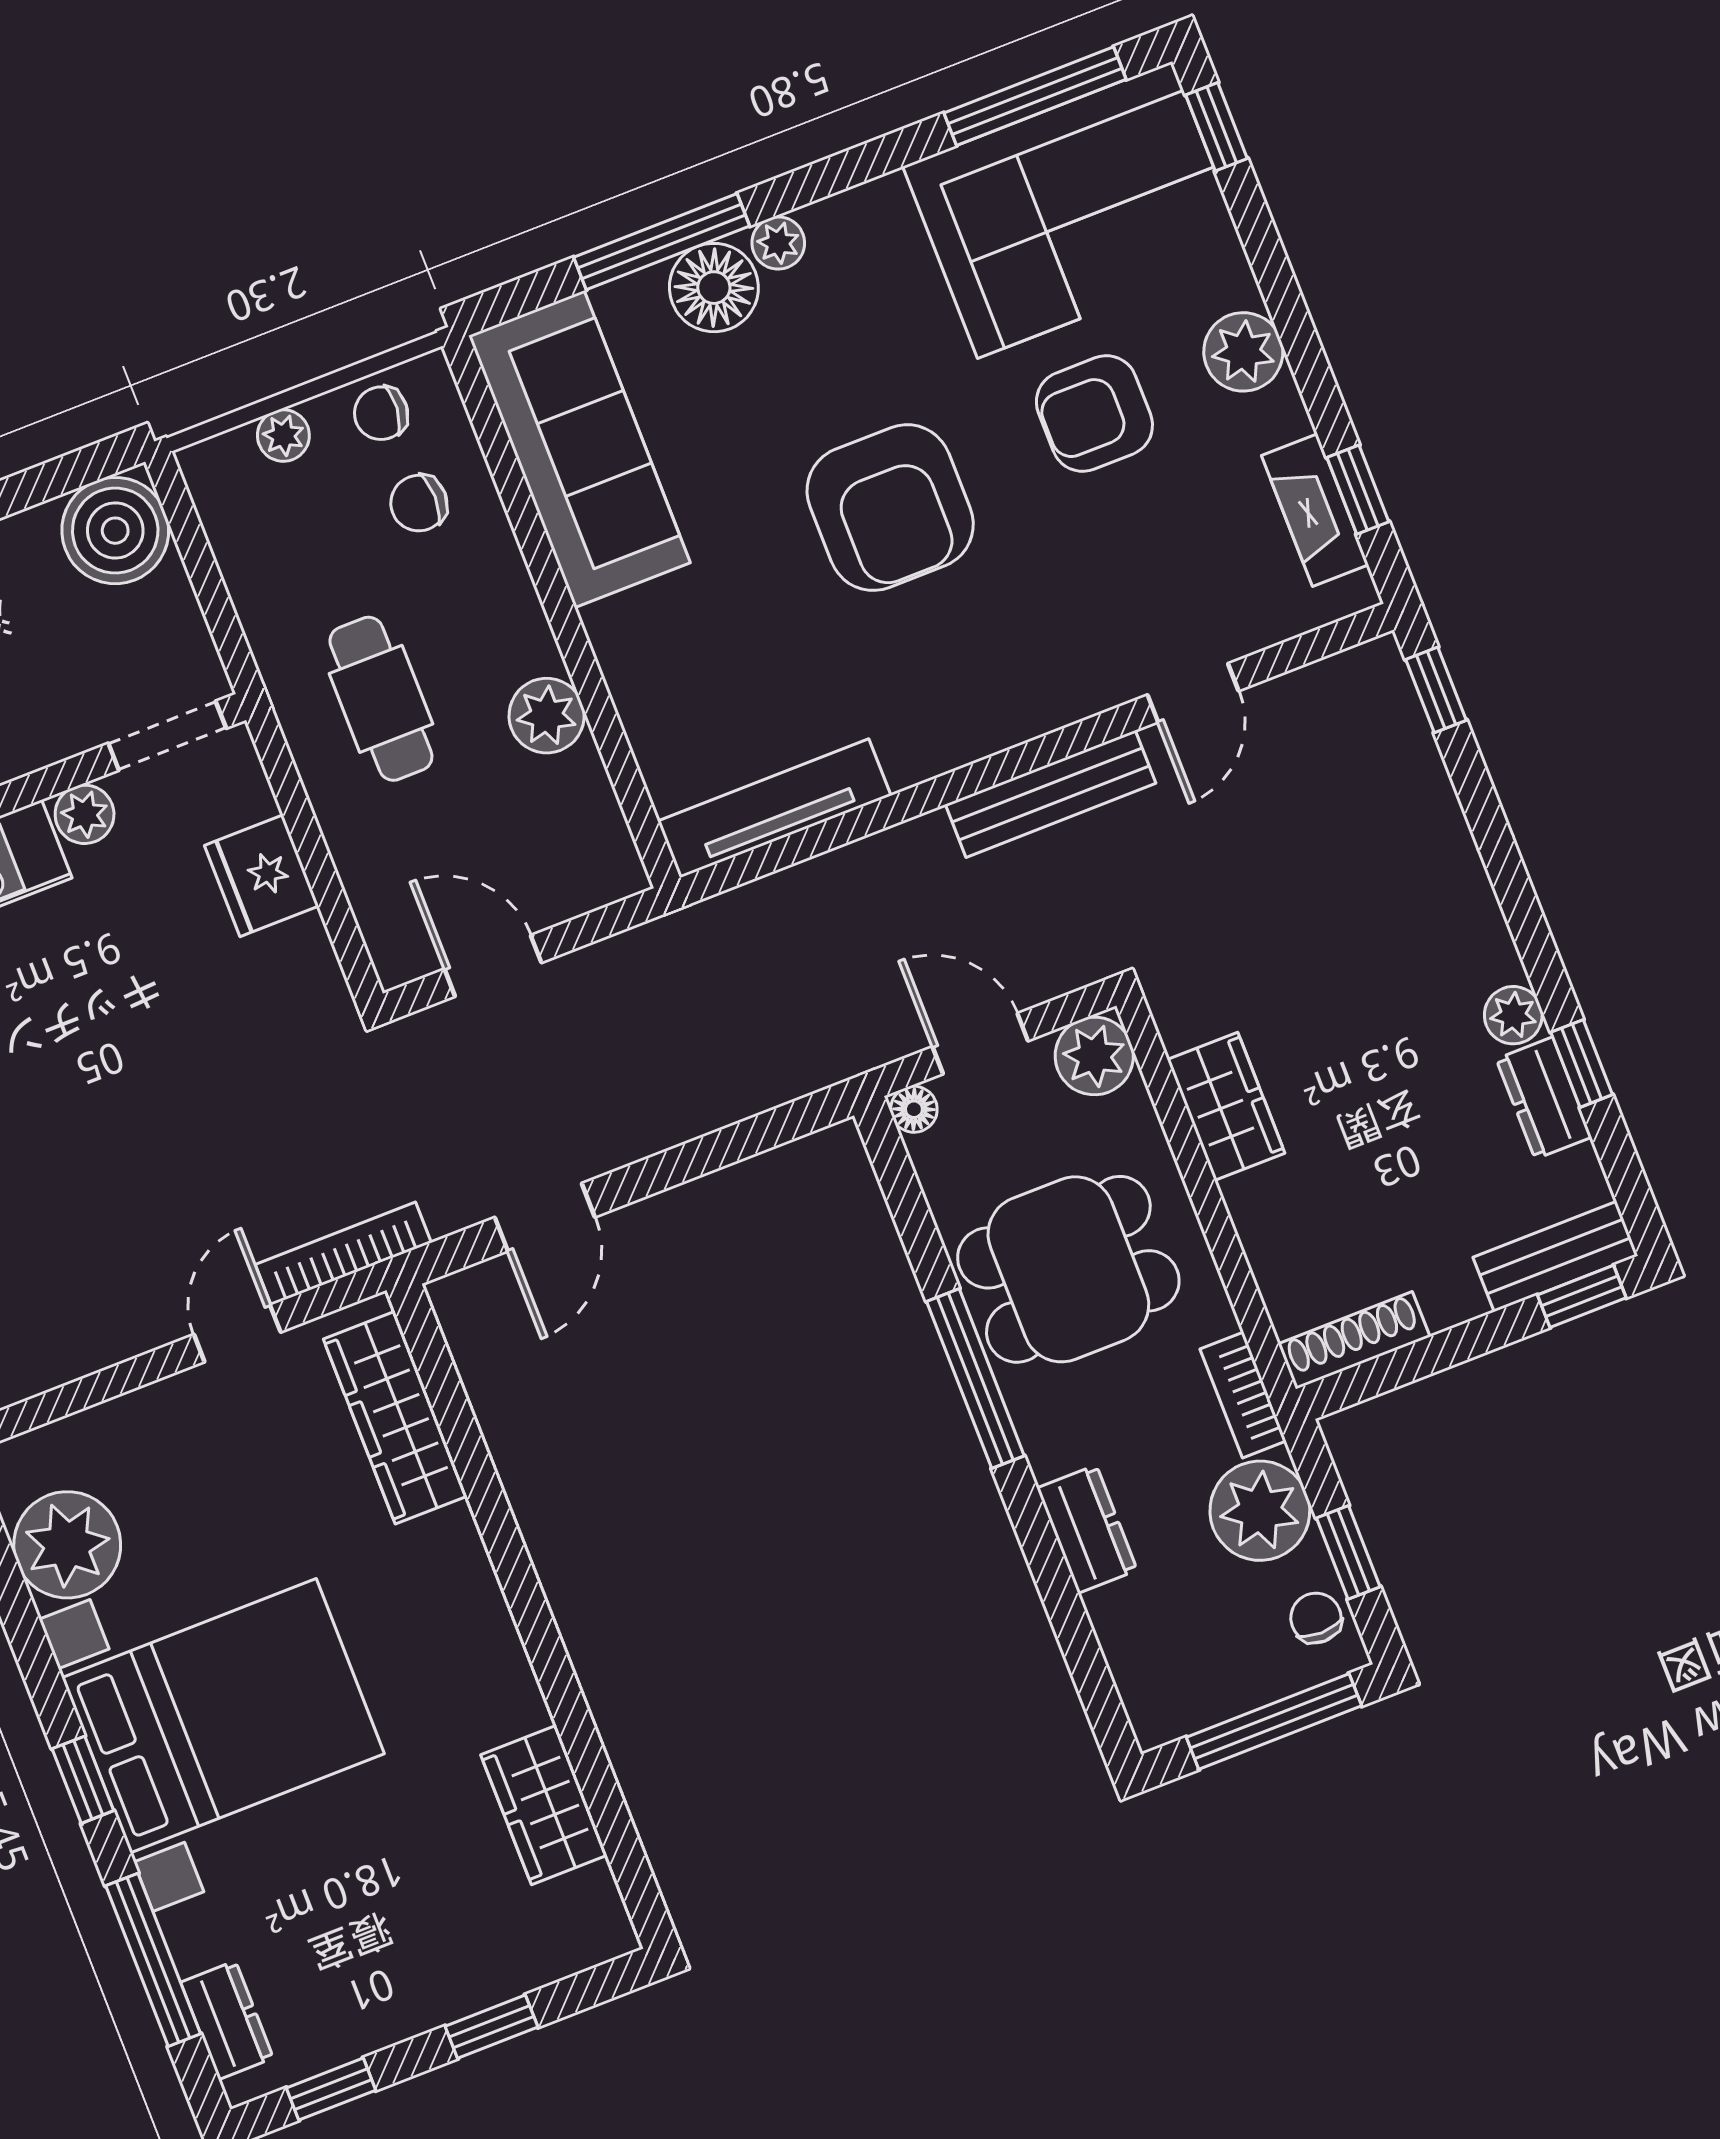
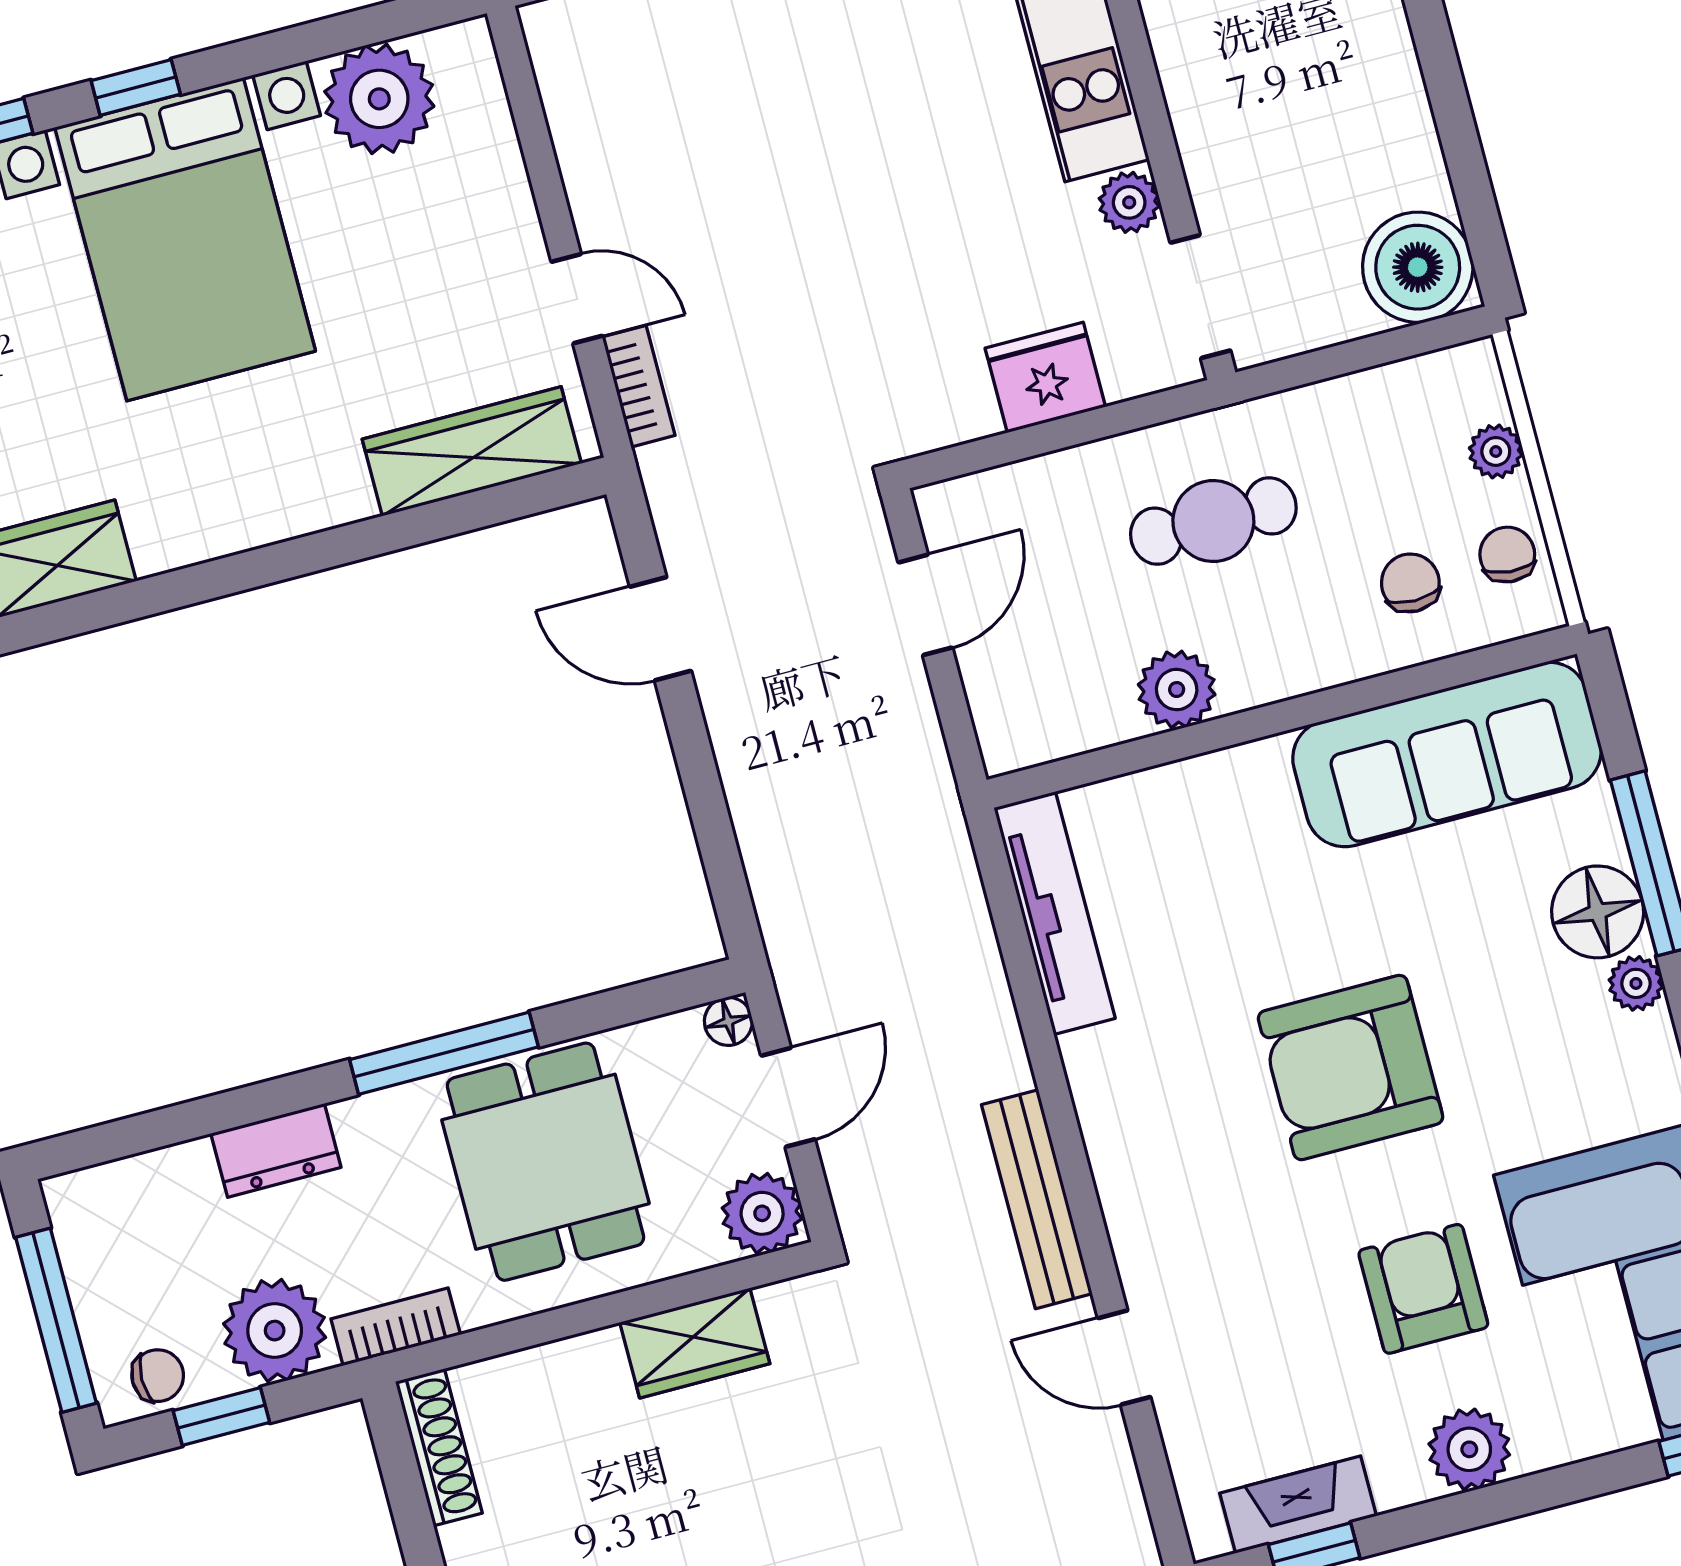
bookcase: (343, 1254) -> (639, 386), width x0.64

